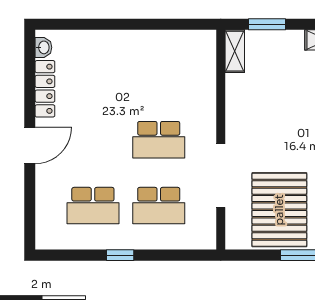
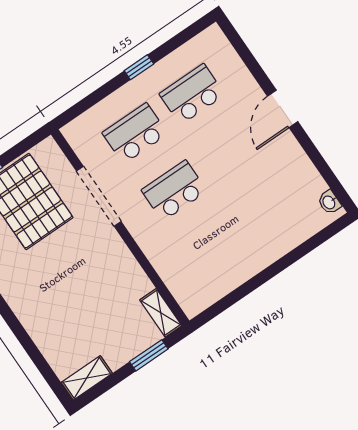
locker: (45, 89) -> (303, 167), removed

